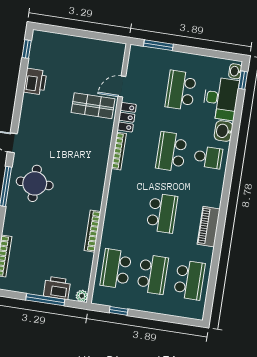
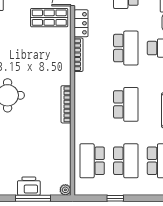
school desk: (171, 152) -> (126, 48), turned 180
bookcase: (93, 231) -> (66, 104), moved
printer: (57, 288) -> (29, 186), moved
window: (119, 311) -> (115, 198), moved

